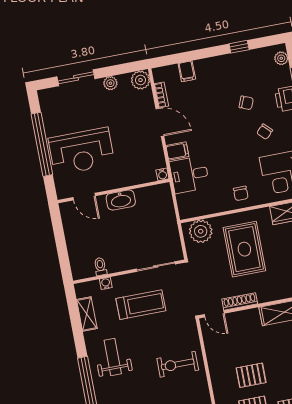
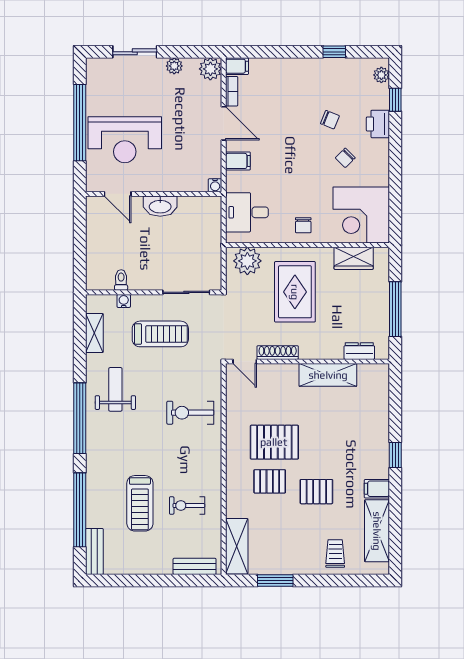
filing cabinet: (187, 71) -> (237, 66), moved, turned -90
desk: (189, 175) -> (247, 212), moved
pallet: (251, 375) -> (274, 442), width x1.50, depth x1.42

